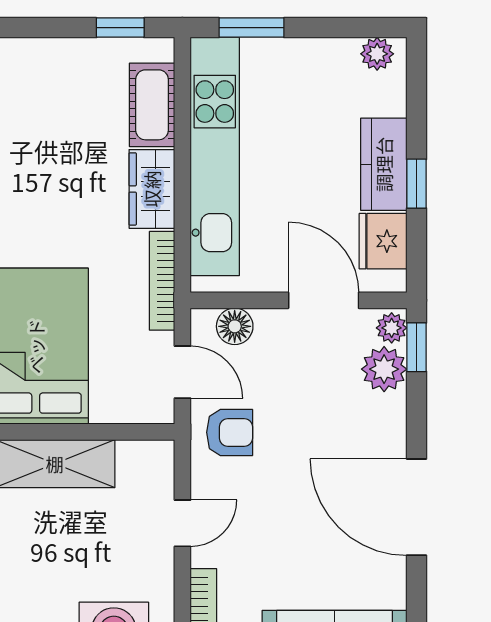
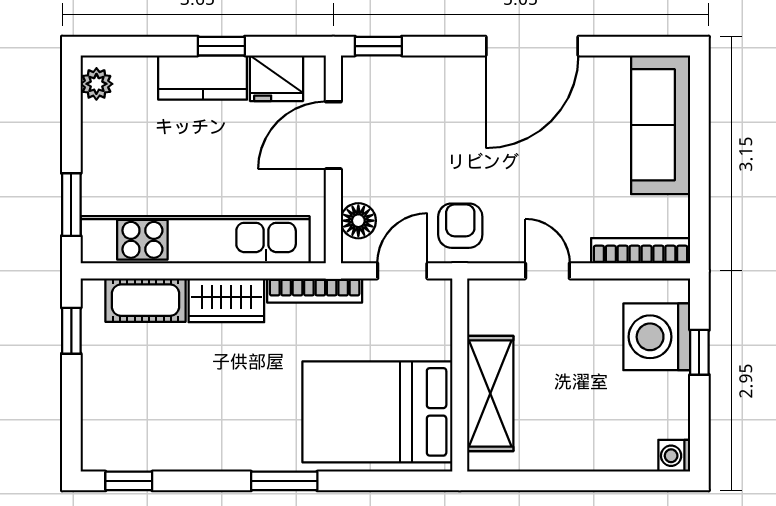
plant: (392, 328) -> (360, 70), removed
plant: (384, 369) -> (399, 77), removed

